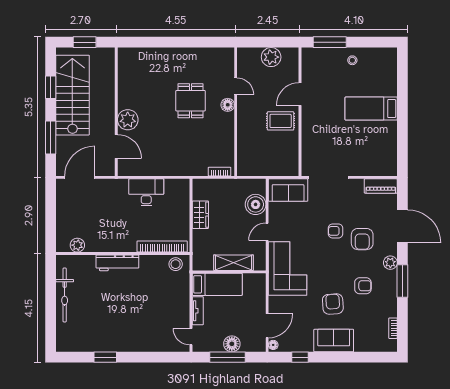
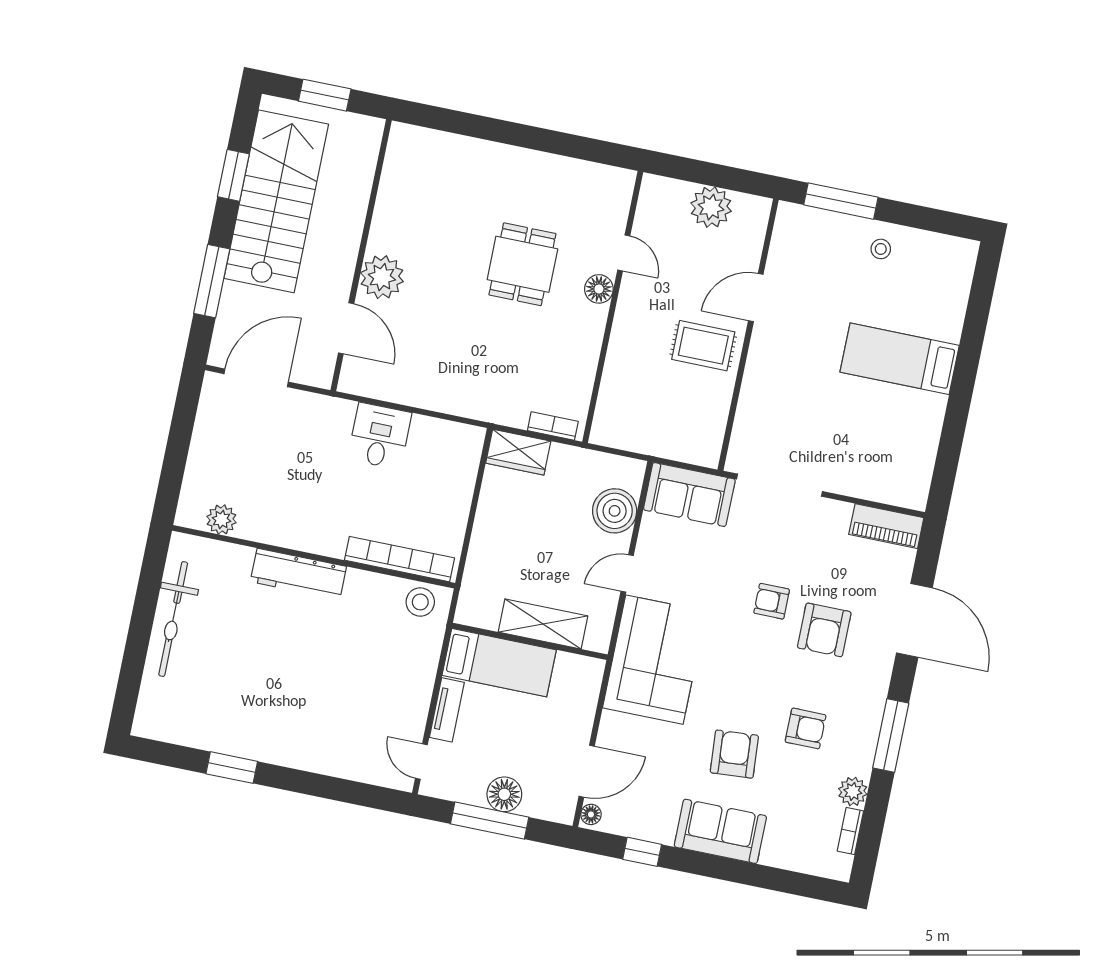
desk: (146, 192) -> (380, 436), width x0.73
wardrobe: (200, 215) -> (518, 452), moved, turned 90
plant: (390, 263) -> (853, 791), moved

